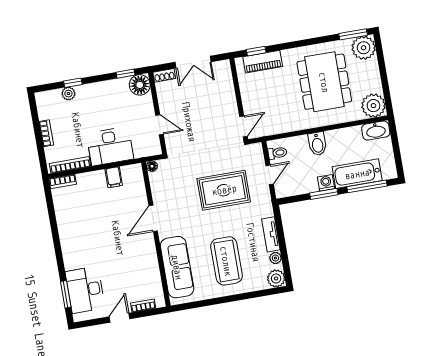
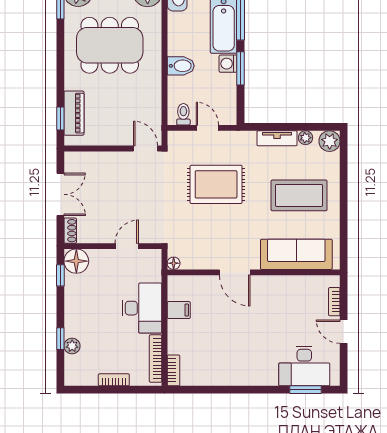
rug: (224, 190) -> (216, 184), turned 90

